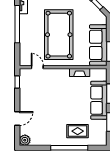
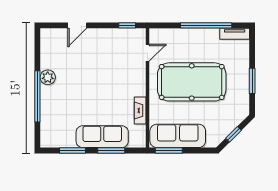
door: (17, 119) -> (77, 25), hinge flipped
rug: (78, 131) -> (60, 108), removed
plant: (25, 140) -> (48, 77), moved

